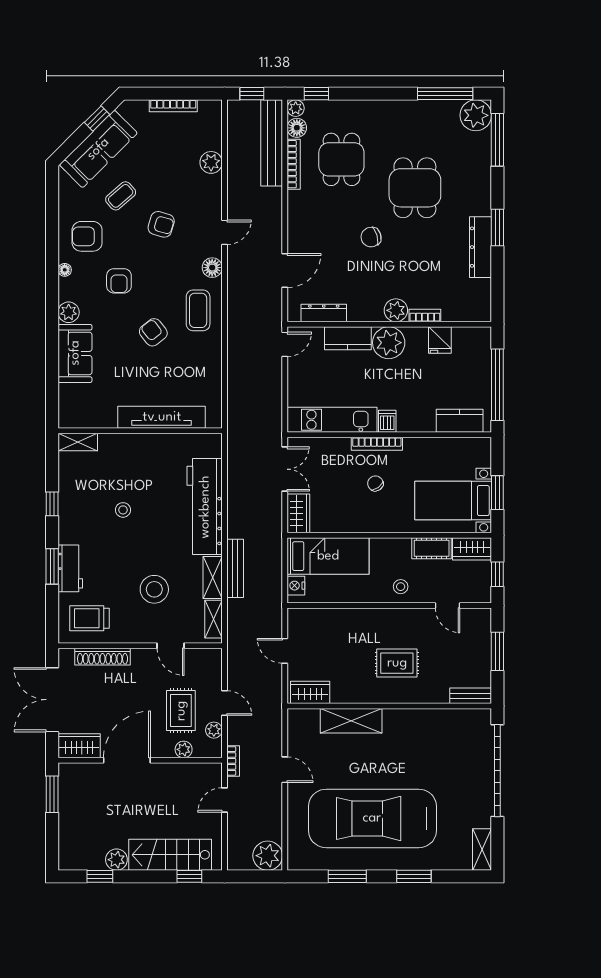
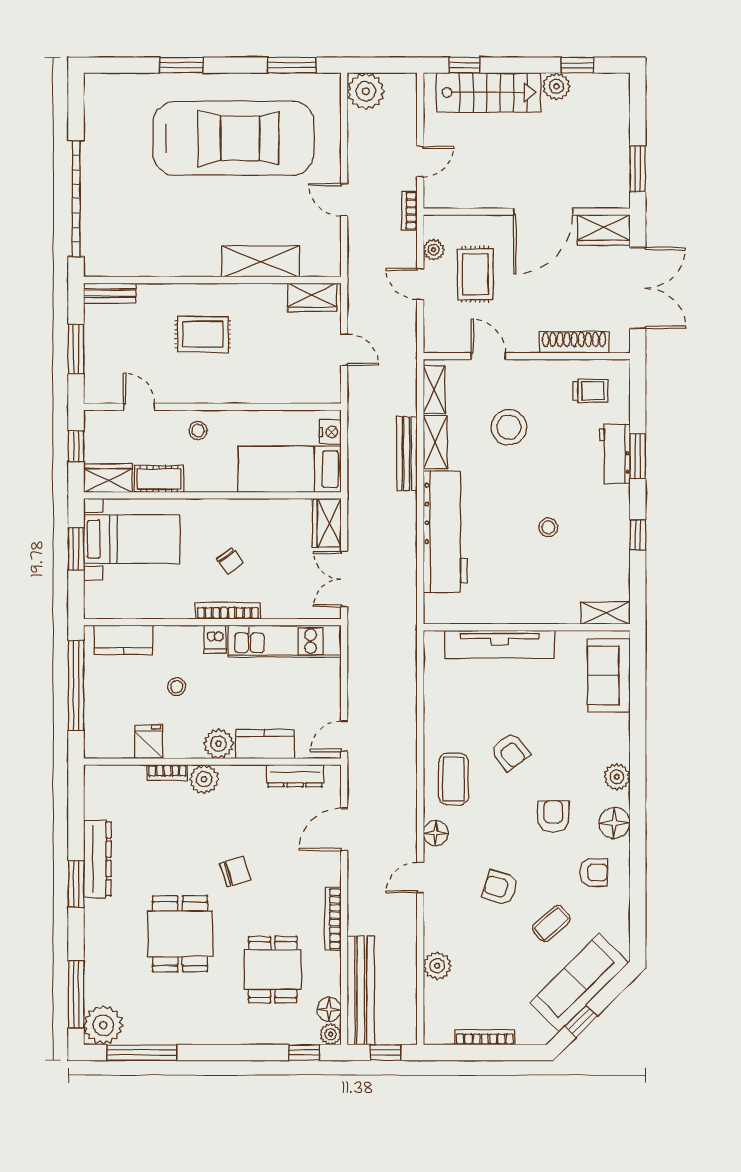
bookcase: (294, 164) -> (333, 919), moved
armchair: (87, 236) -> (594, 873), width x0.72, depth x0.72
floor lamp: (65, 270) -> (614, 823), width x1.89, depth x1.89
plant: (389, 343) -> (219, 744), width x0.73, depth x0.73
sofa: (75, 353) -> (609, 675), moved
stool: (418, 384) -> (177, 687), added
trolley: (89, 618) -> (591, 391), width x0.73, depth x0.72
plant: (184, 749) -> (472, 225), removed
shelving: (482, 850) -> (95, 99), removed
window: (347, 876) -> (292, 65), moved

